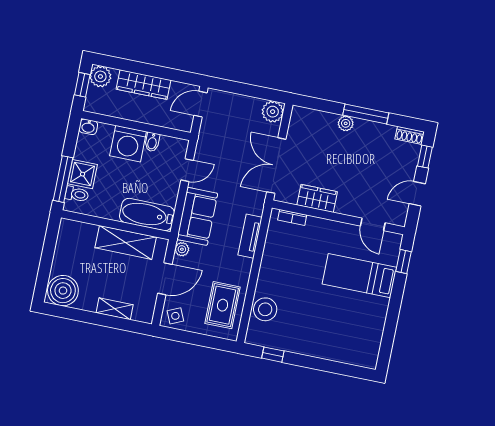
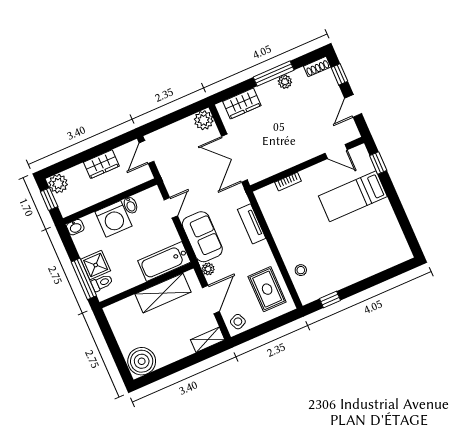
wardrobe: (143, 85) -> (101, 164), width x0.67
plant: (346, 123) -> (285, 82), moved
wardrobe: (317, 198) -> (242, 103), moved, turned 180
bookcase: (292, 217) -> (288, 182), moved
shelving: (115, 309) -> (208, 340), moved
stool: (265, 309) -> (301, 270), width x0.53, depth x0.53

